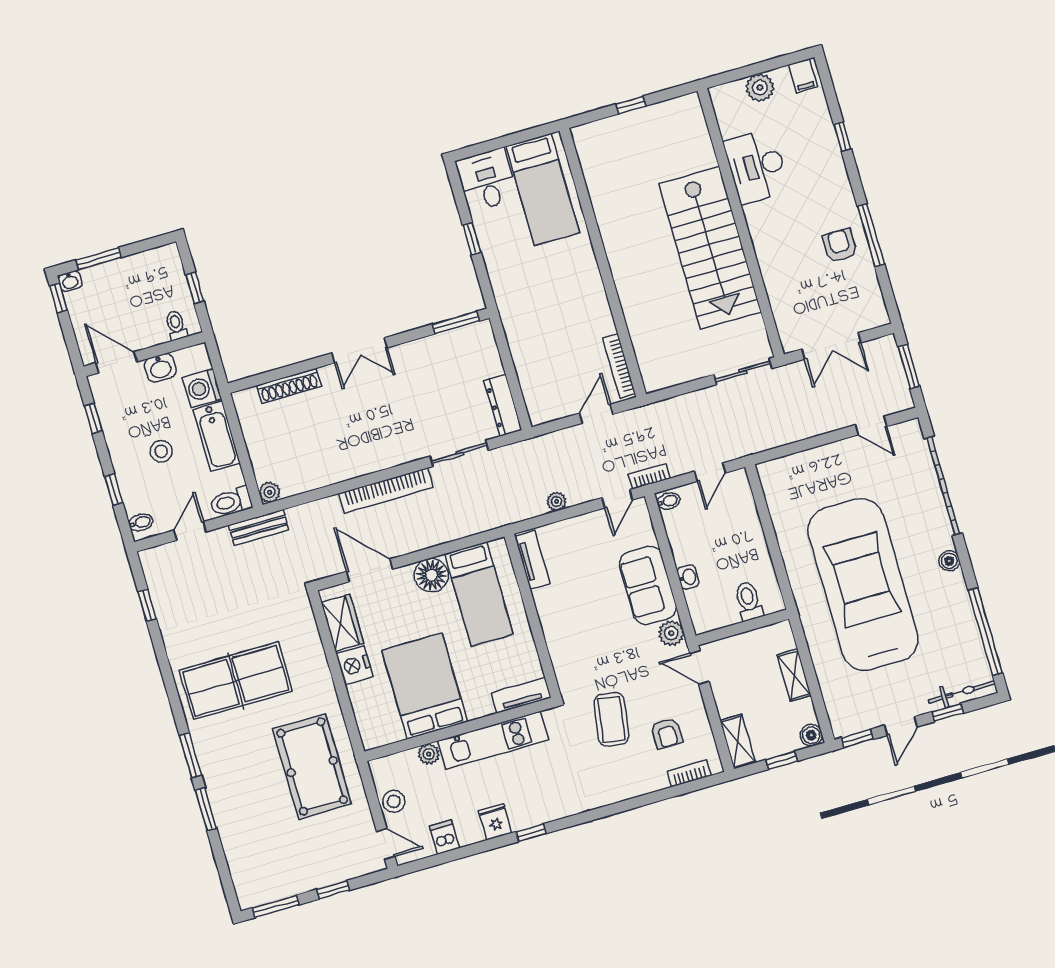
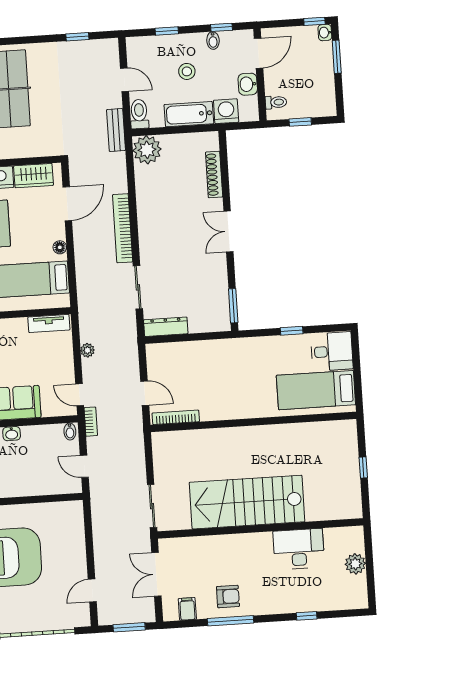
filing cabinet: (803, 76) -> (187, 609), moved, turned 90
plant: (270, 492) -> (147, 150), width x1.88, depth x1.88
bidet: (141, 522) -> (213, 41), moved
floor lamp: (431, 575) -> (60, 247), width x0.53, depth x0.53

